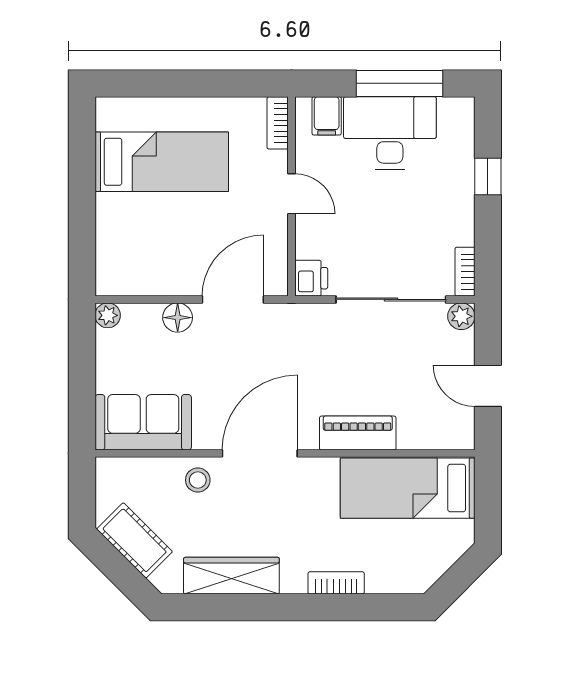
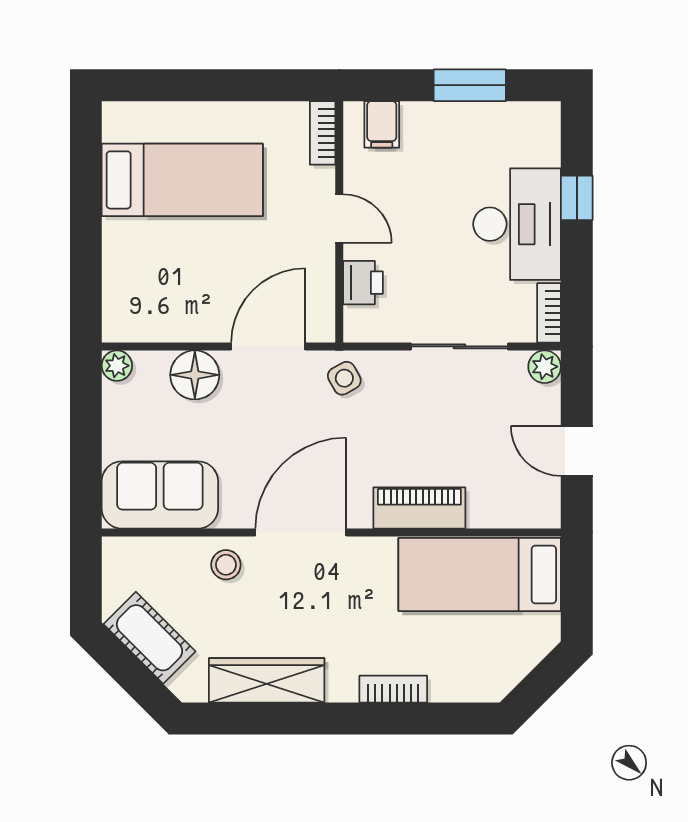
window: (399, 83) -> (470, 85), width x0.69
desk: (390, 133) -> (517, 224), moved, turned 90
printer: (311, 278) -> (363, 283), moved
sliding door: (391, 299) -> (460, 346), width x0.73
floor lamp: (178, 318) -> (195, 375), width x1.38, depth x1.38
side table: (296, 326) -> (344, 378), added

